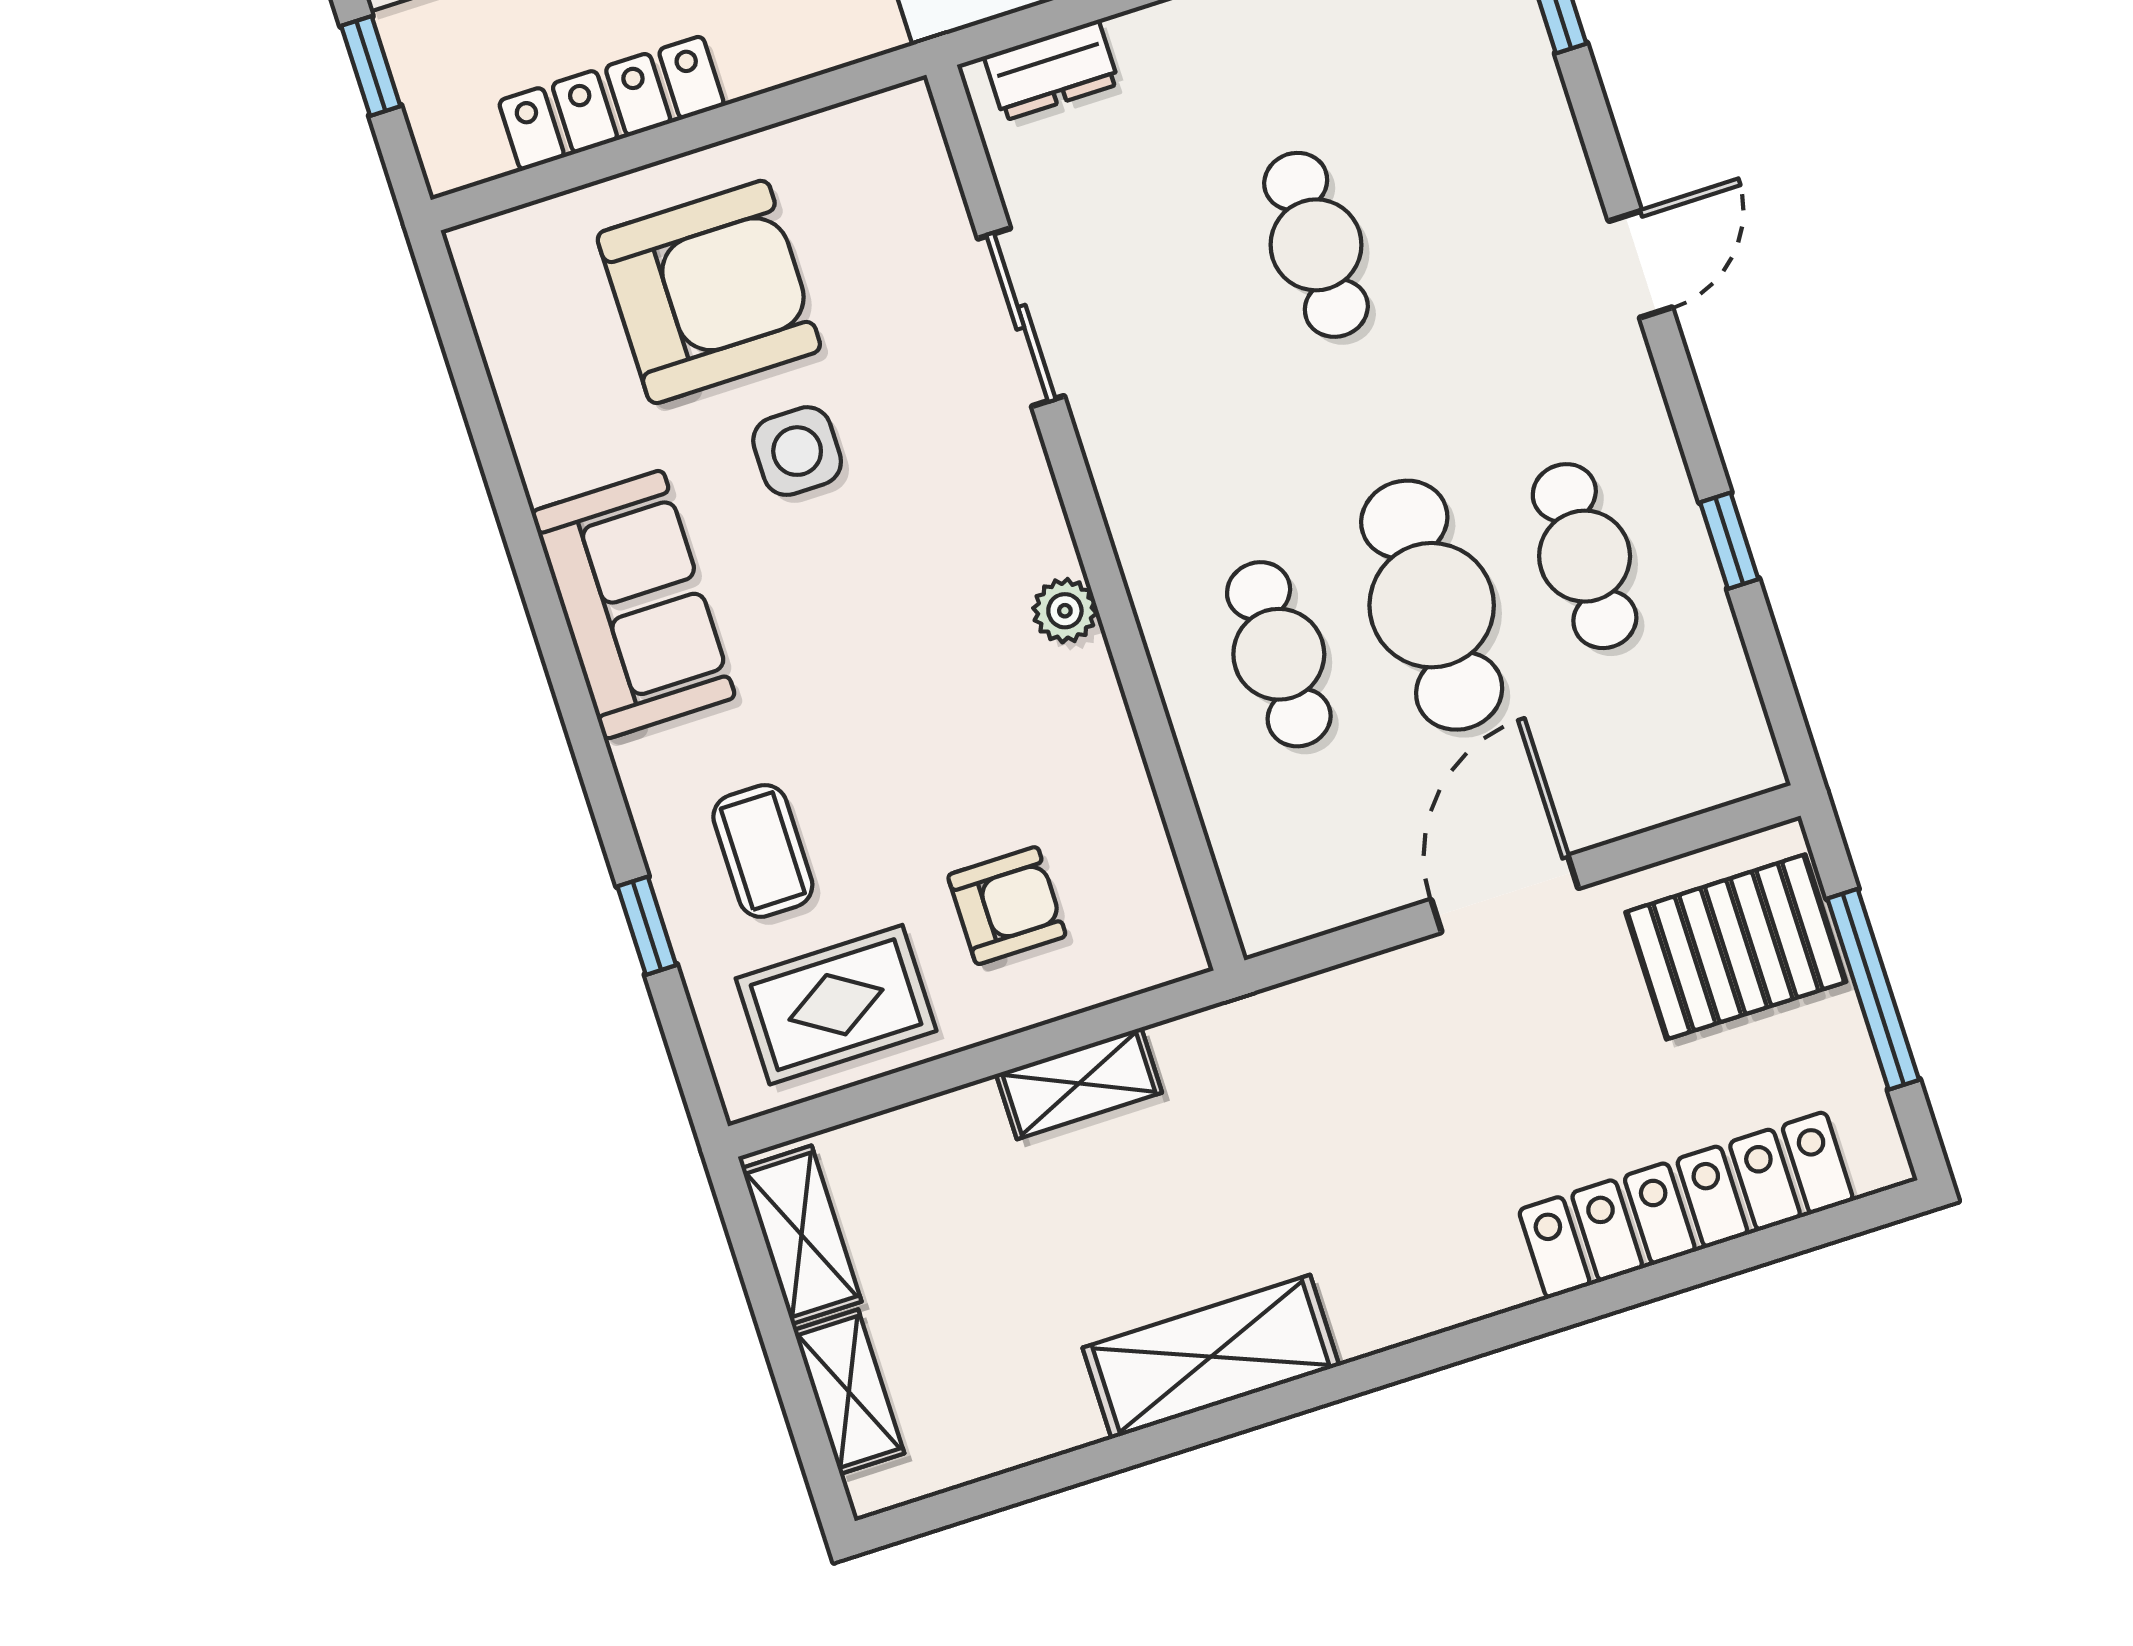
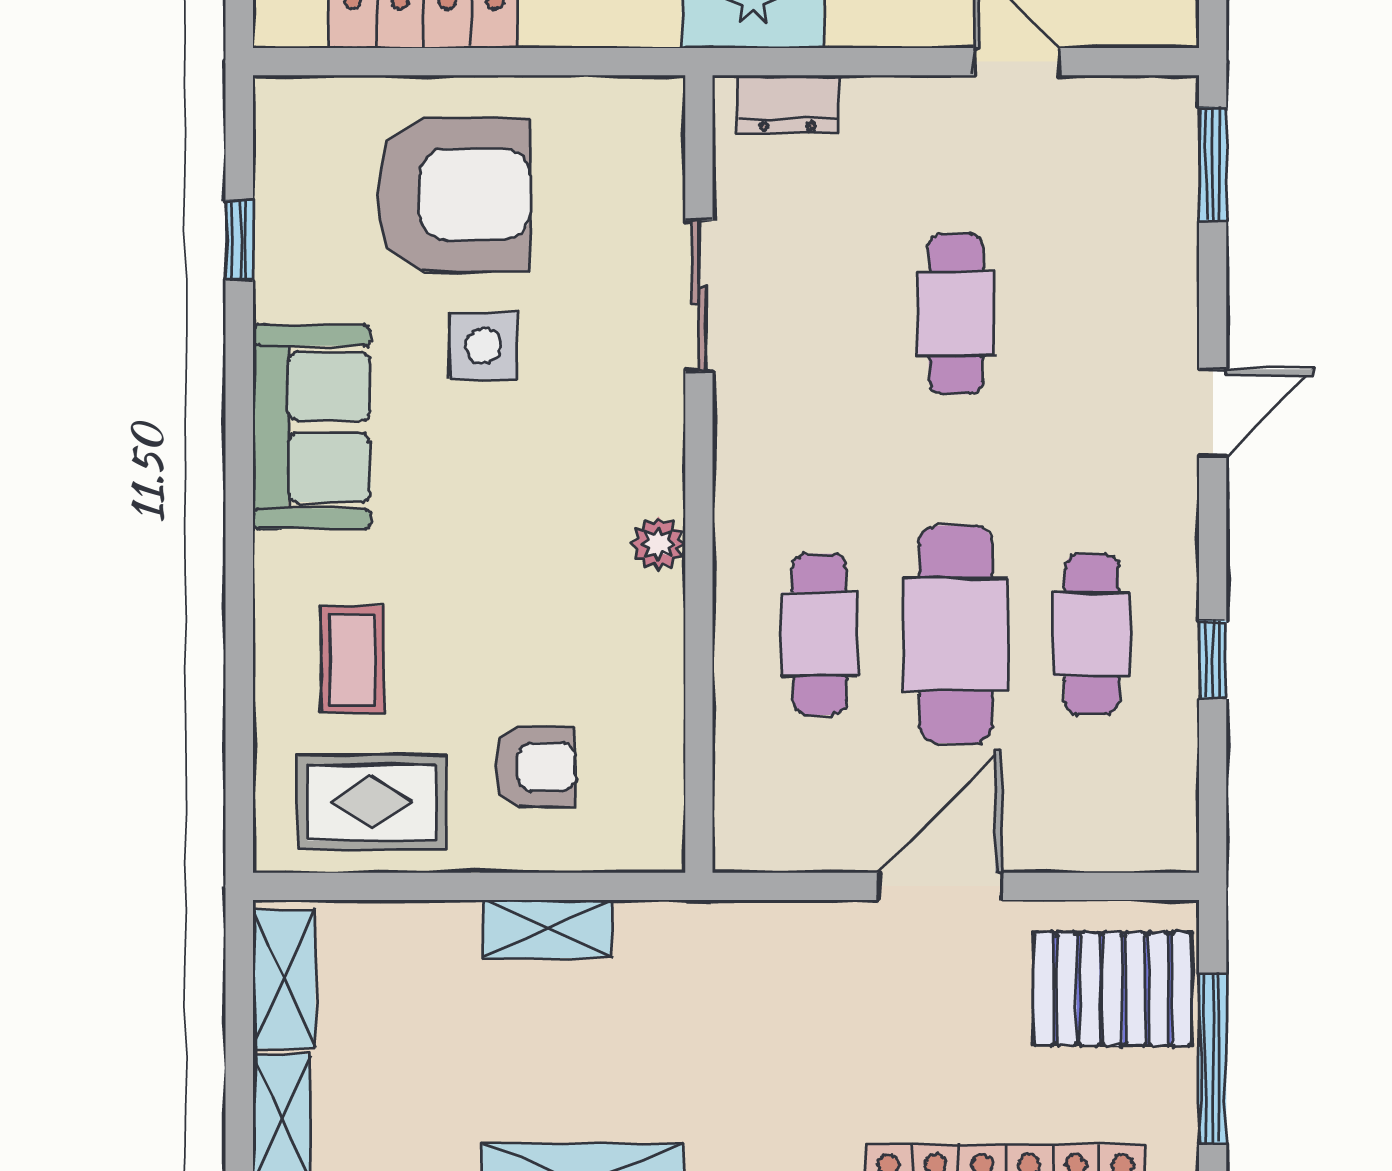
window: (647, 926) -> (239, 240), moved

